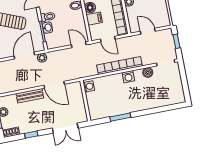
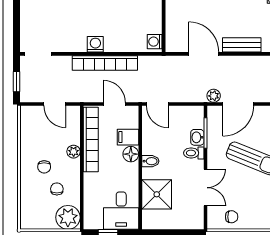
boiler: (148, 72) -> (66, 45), removed

